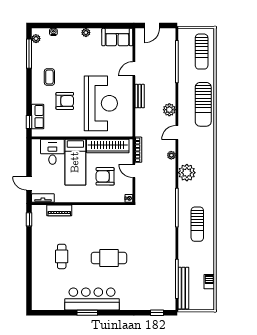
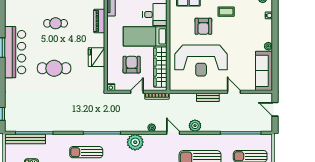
sofa: (117, 37) -> (264, 71), width x1.36
fridge: (97, 213) -> (96, 57), added
cafe table: (109, 258) -> (54, 68), turned 90

